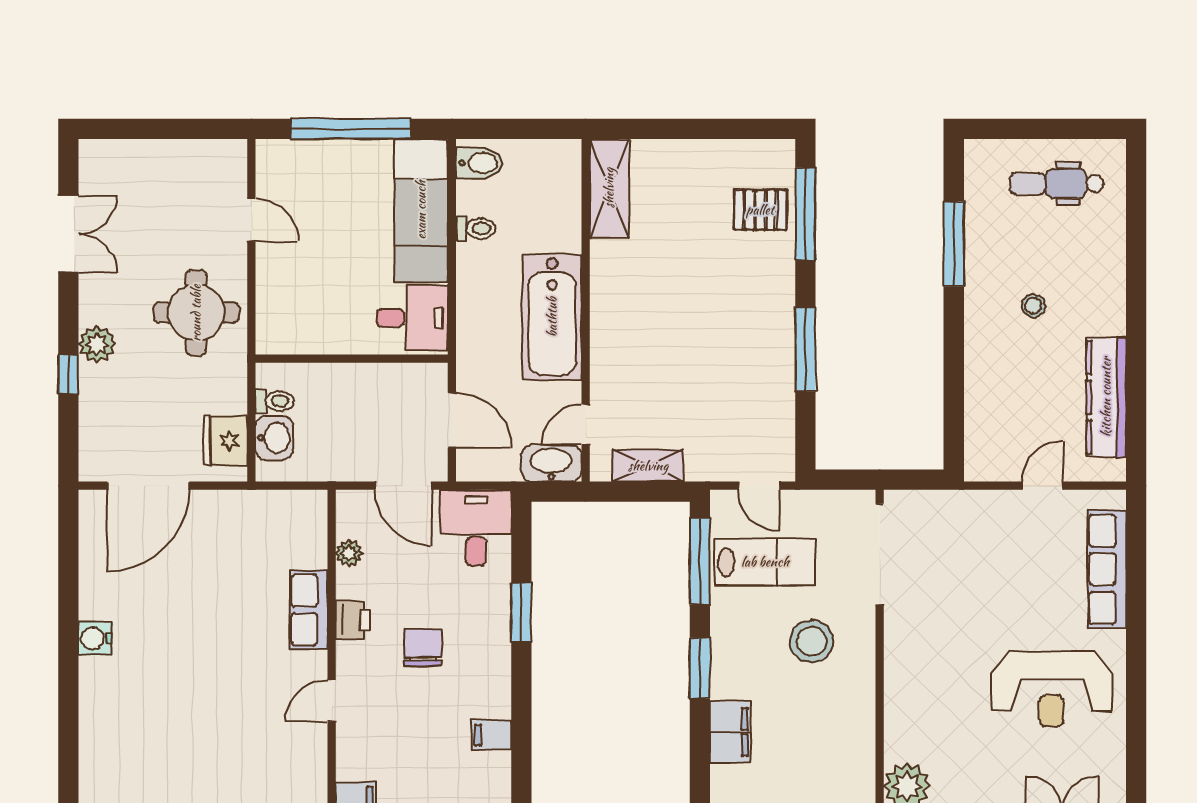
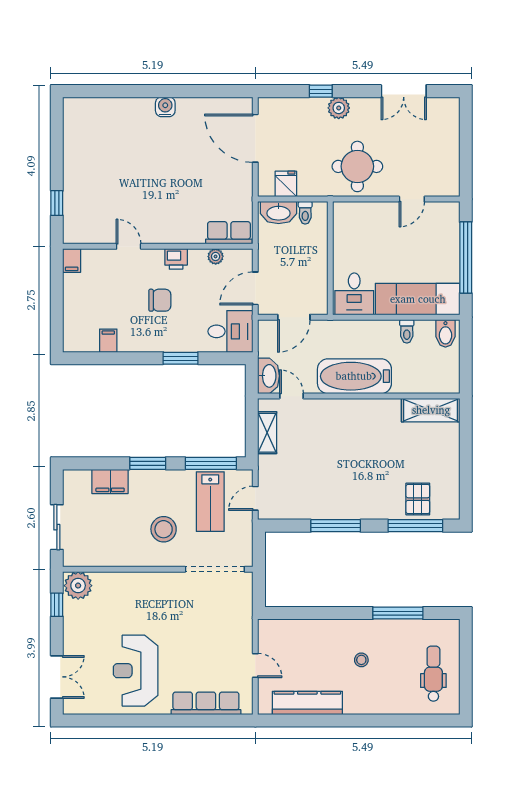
washbasin: (274, 438) -> (279, 213), width x1.38
fridge: (226, 441) -> (286, 184), width x0.72
row of seats: (309, 610) -> (229, 233), moved

